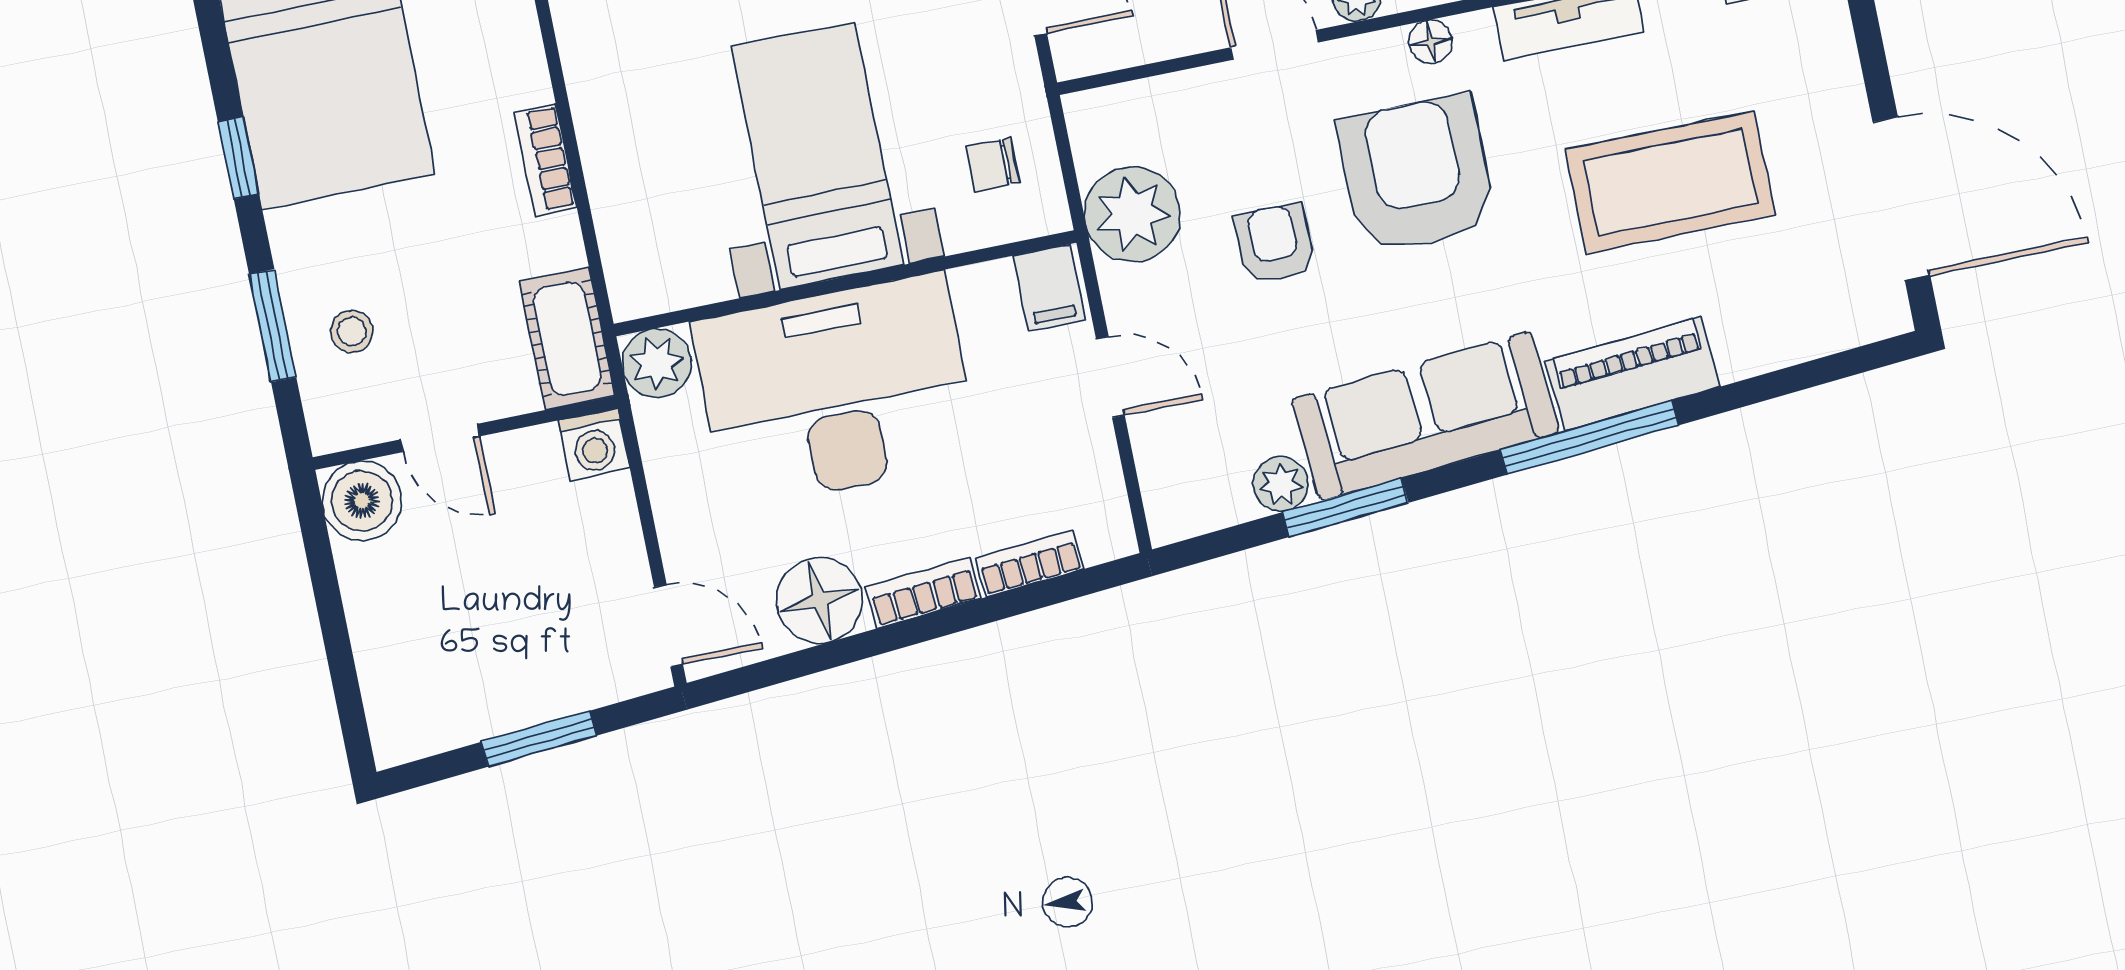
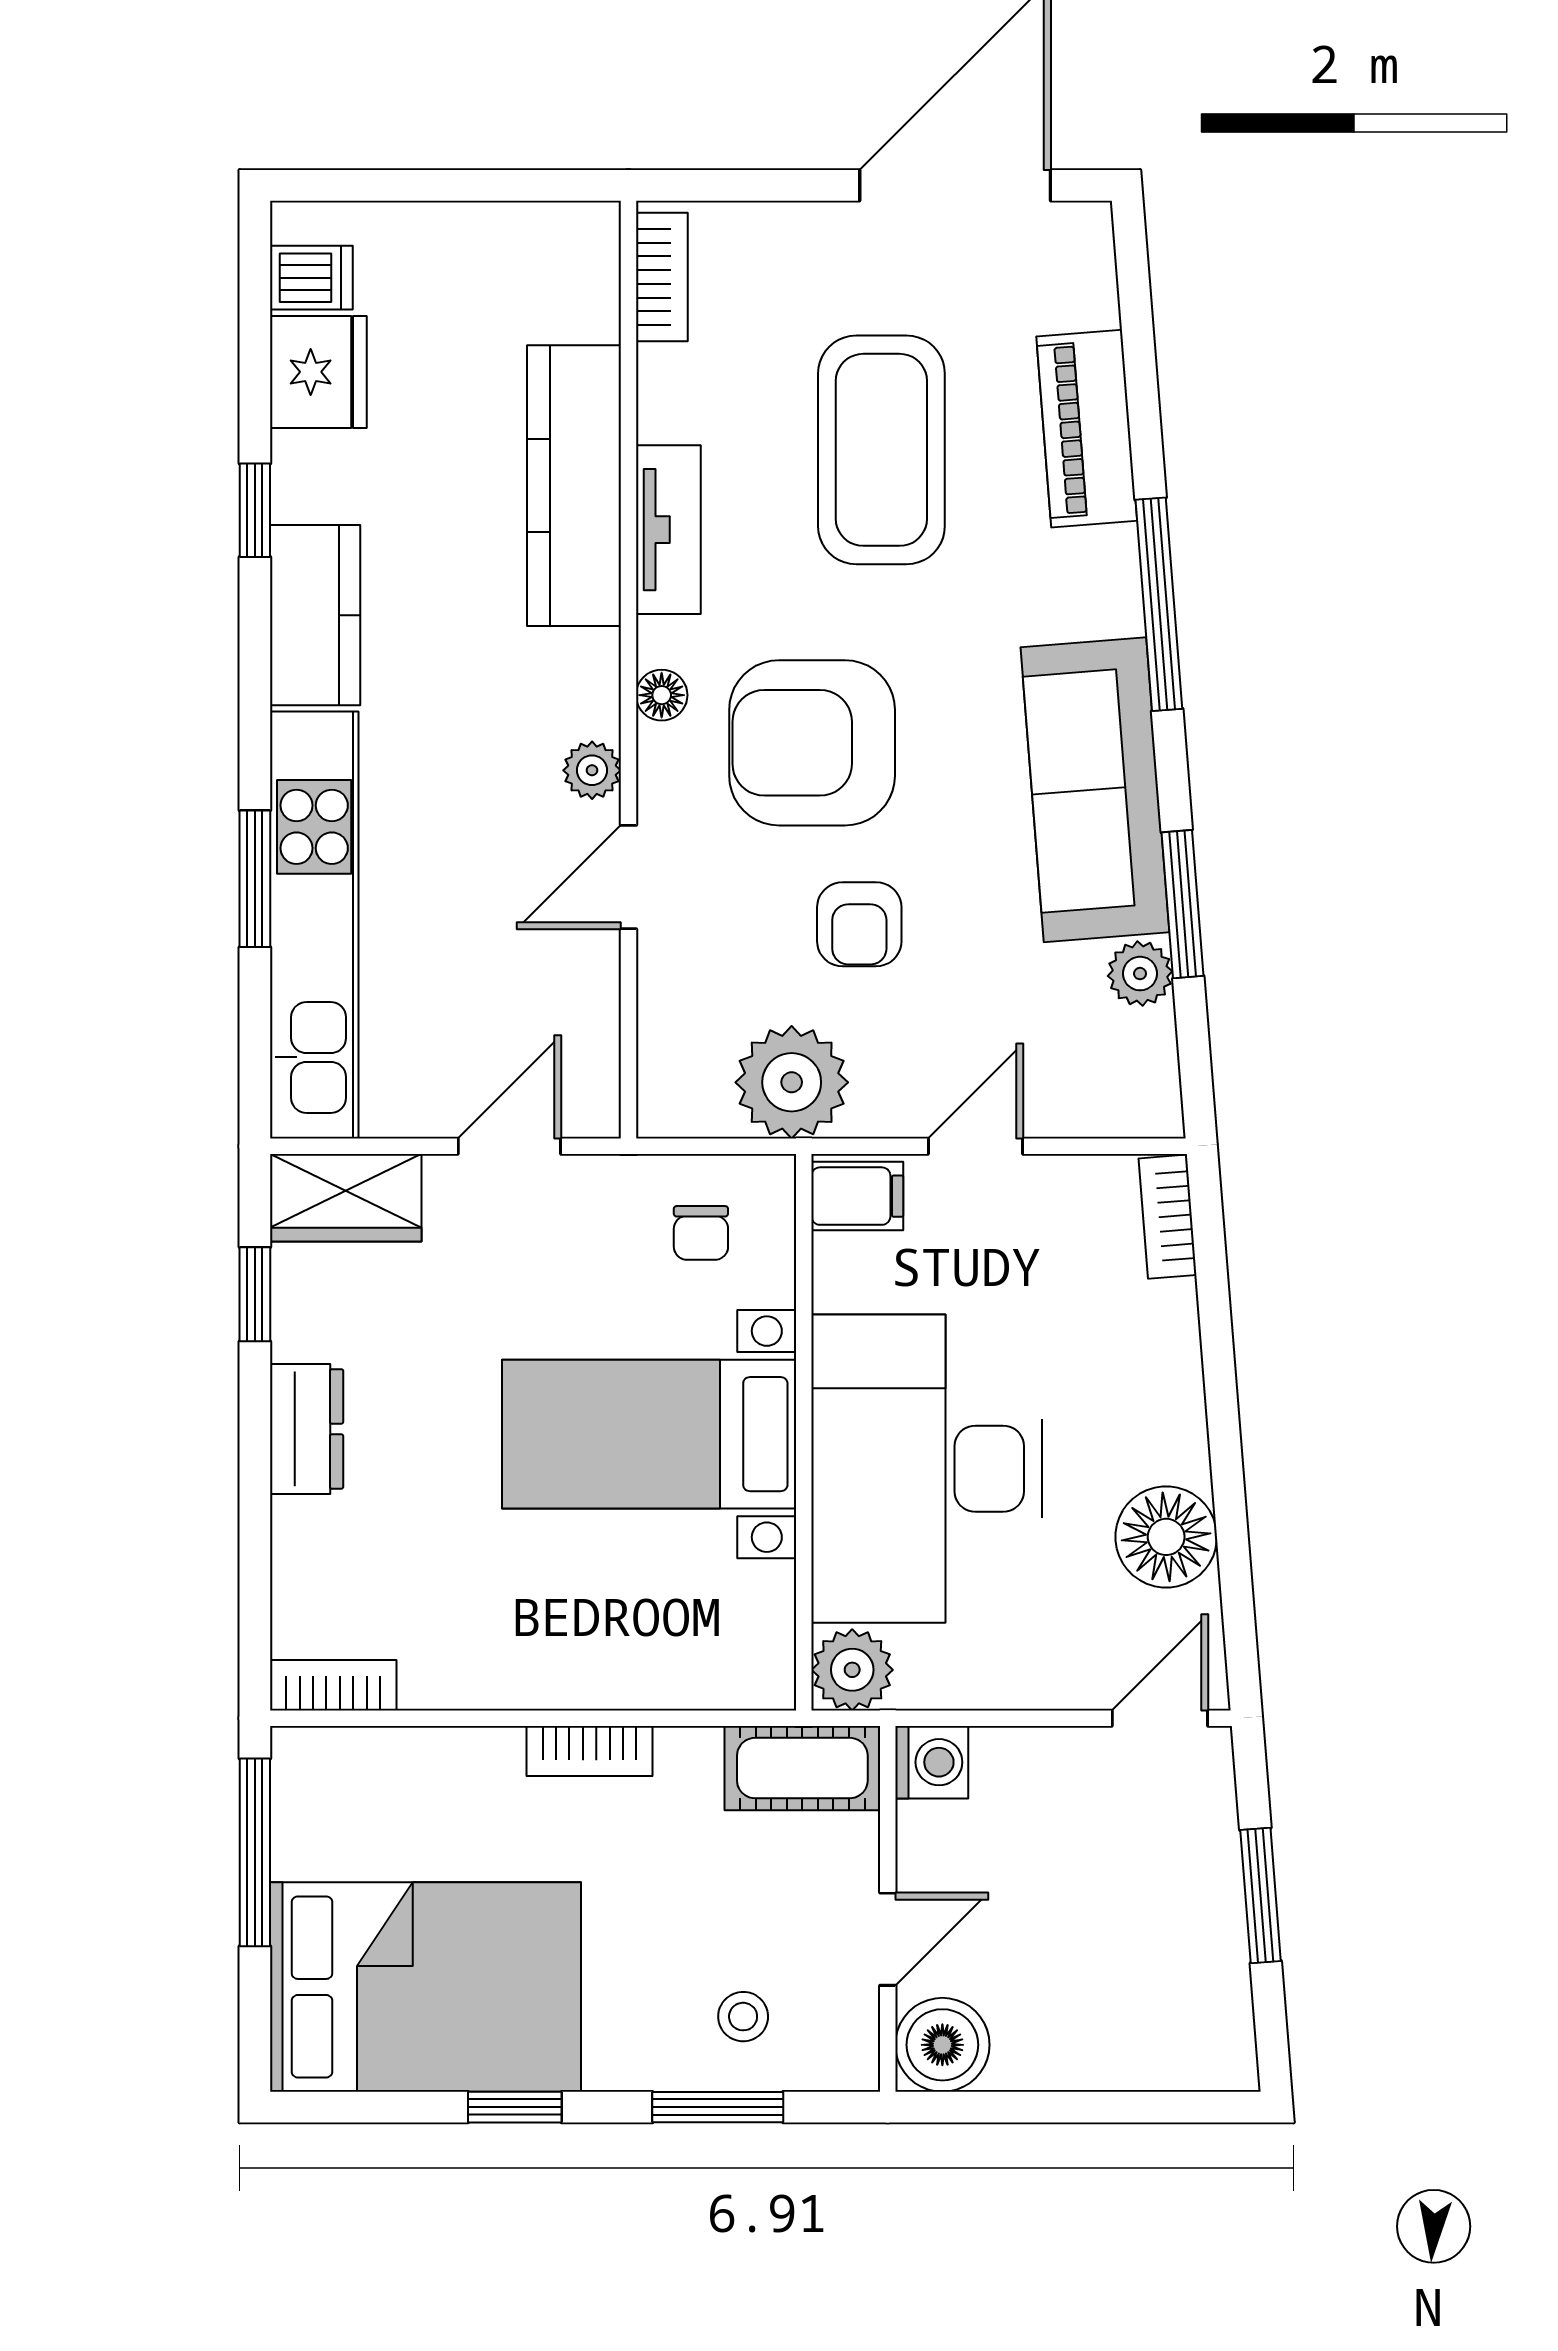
armchair: (1274, 244) -> (859, 924), turned -90
piano: (1633, 374) -> (1087, 429), moved
bookcase: (1029, 564) -> (1168, 1217), moved
bookcase: (923, 593) -> (1182, 1415), removed

